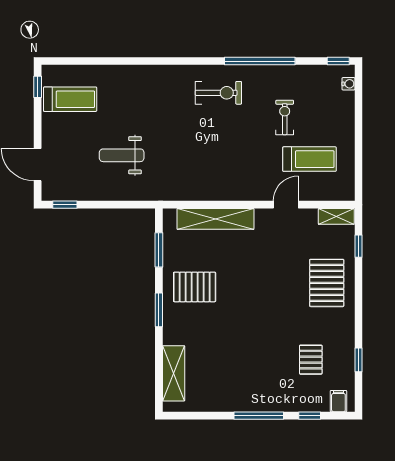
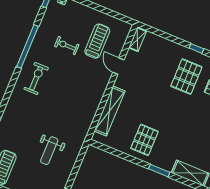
window: (358, 246) -> (196, 48), moved
window: (159, 250) -> (114, 152), removed
pallet: (327, 283) -> (186, 77), moved, turned 90
window: (159, 310) -> (159, 171), moved

